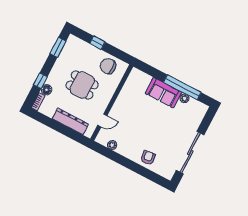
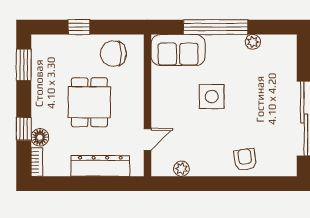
dining table: (82, 85) -> (89, 102), turned 90
window: (182, 87) -> (216, 27), moved
sofa: (163, 93) -> (178, 50), moved
side table: (148, 116) -> (212, 97), added

